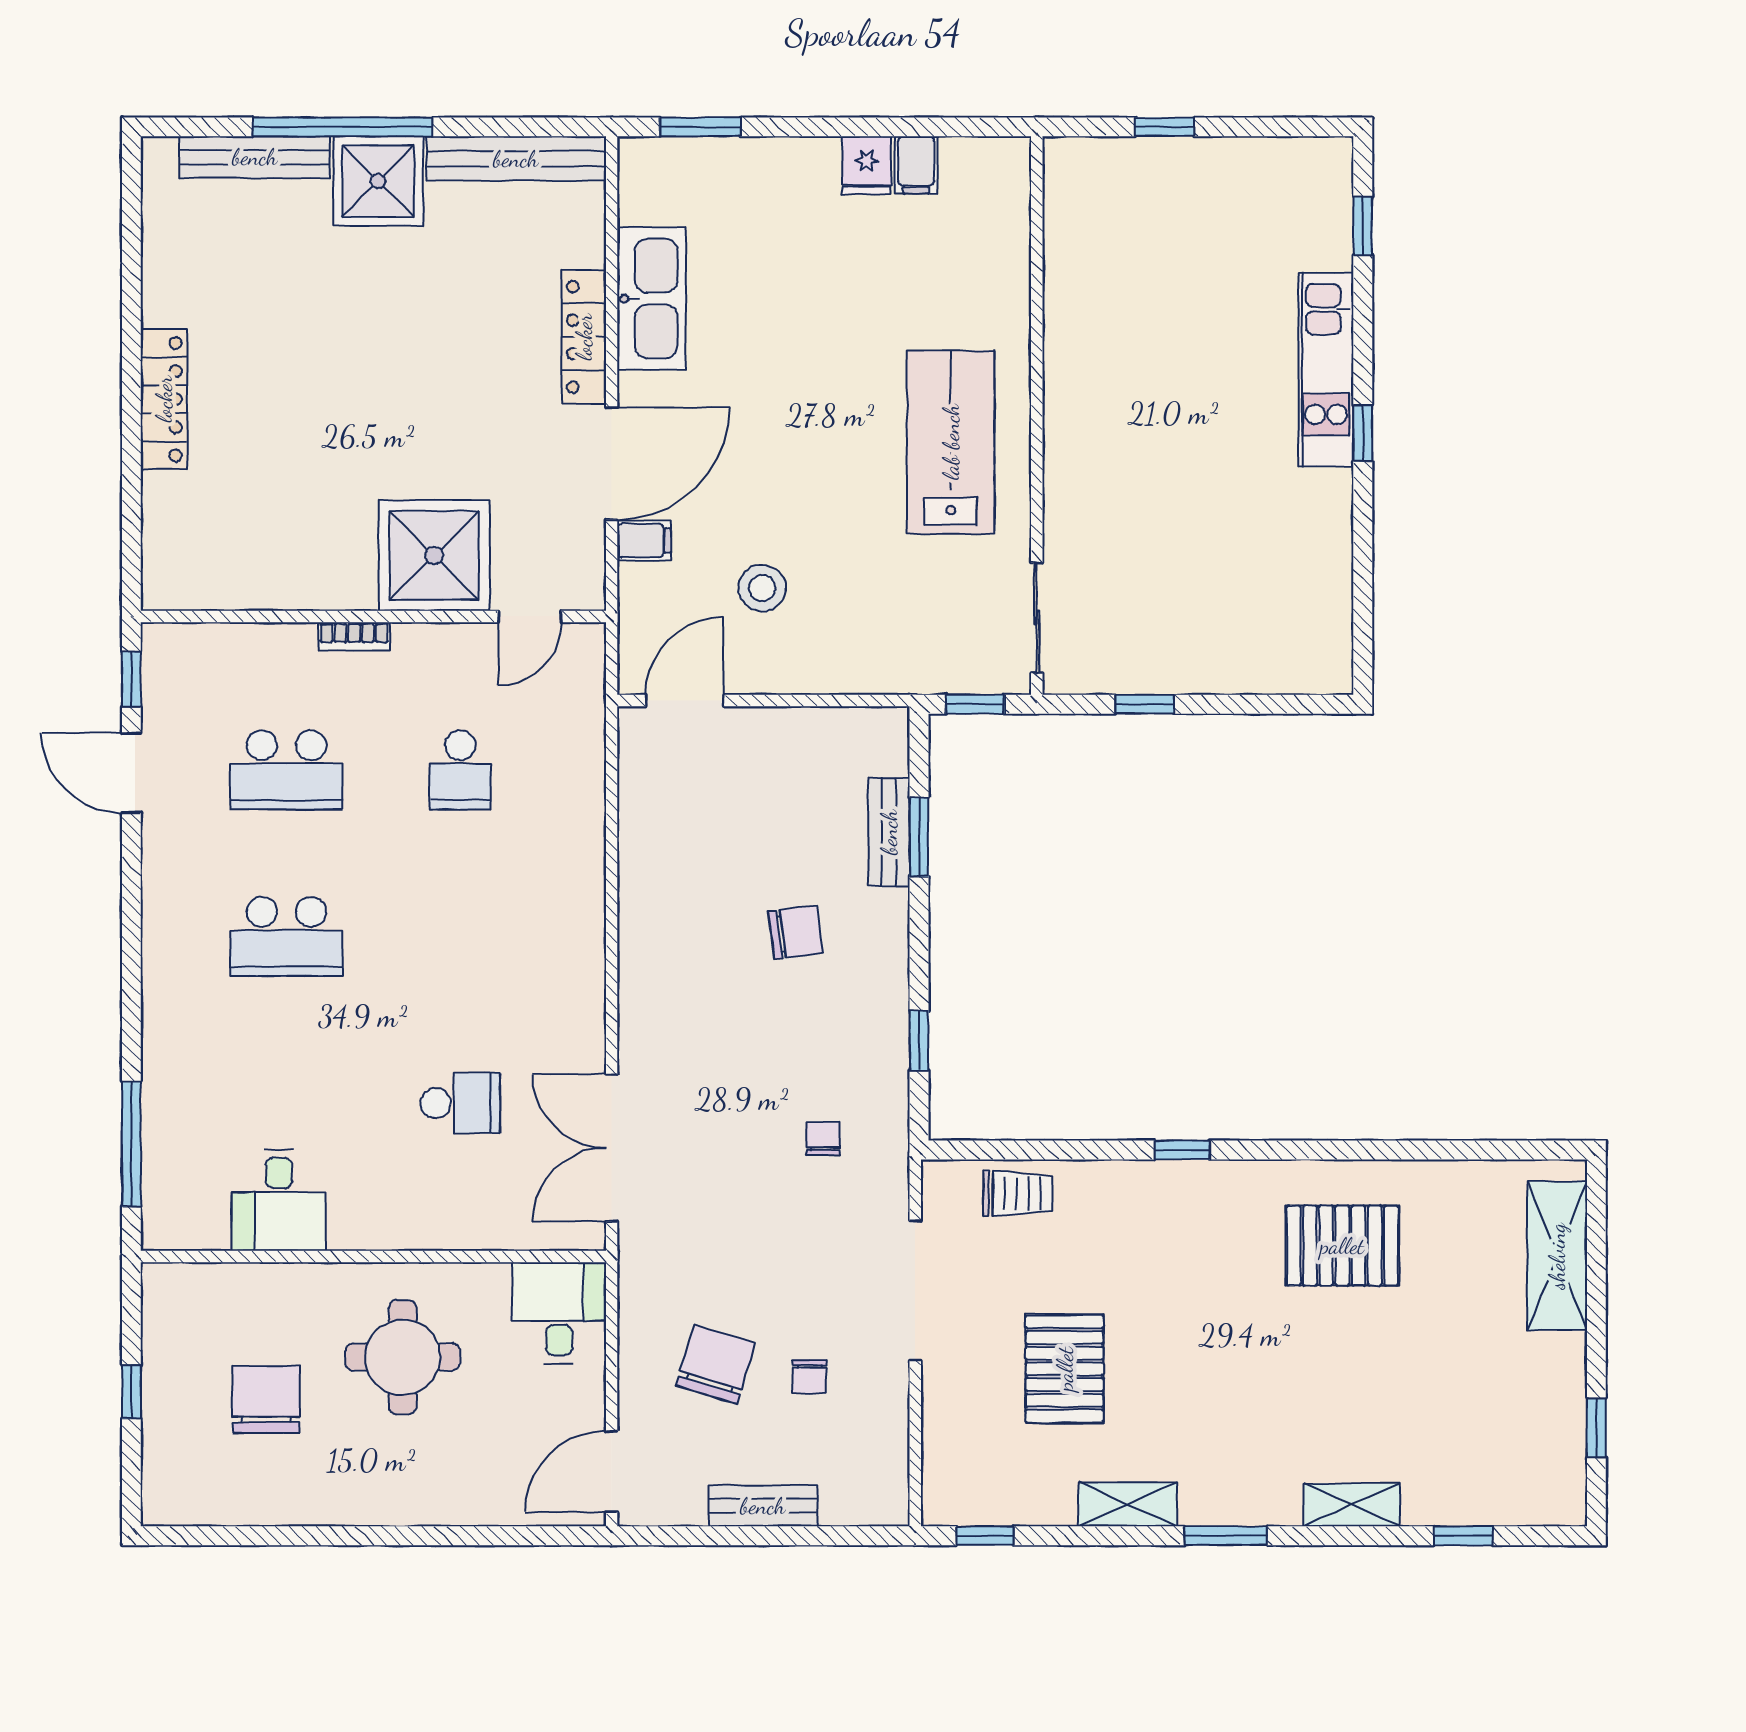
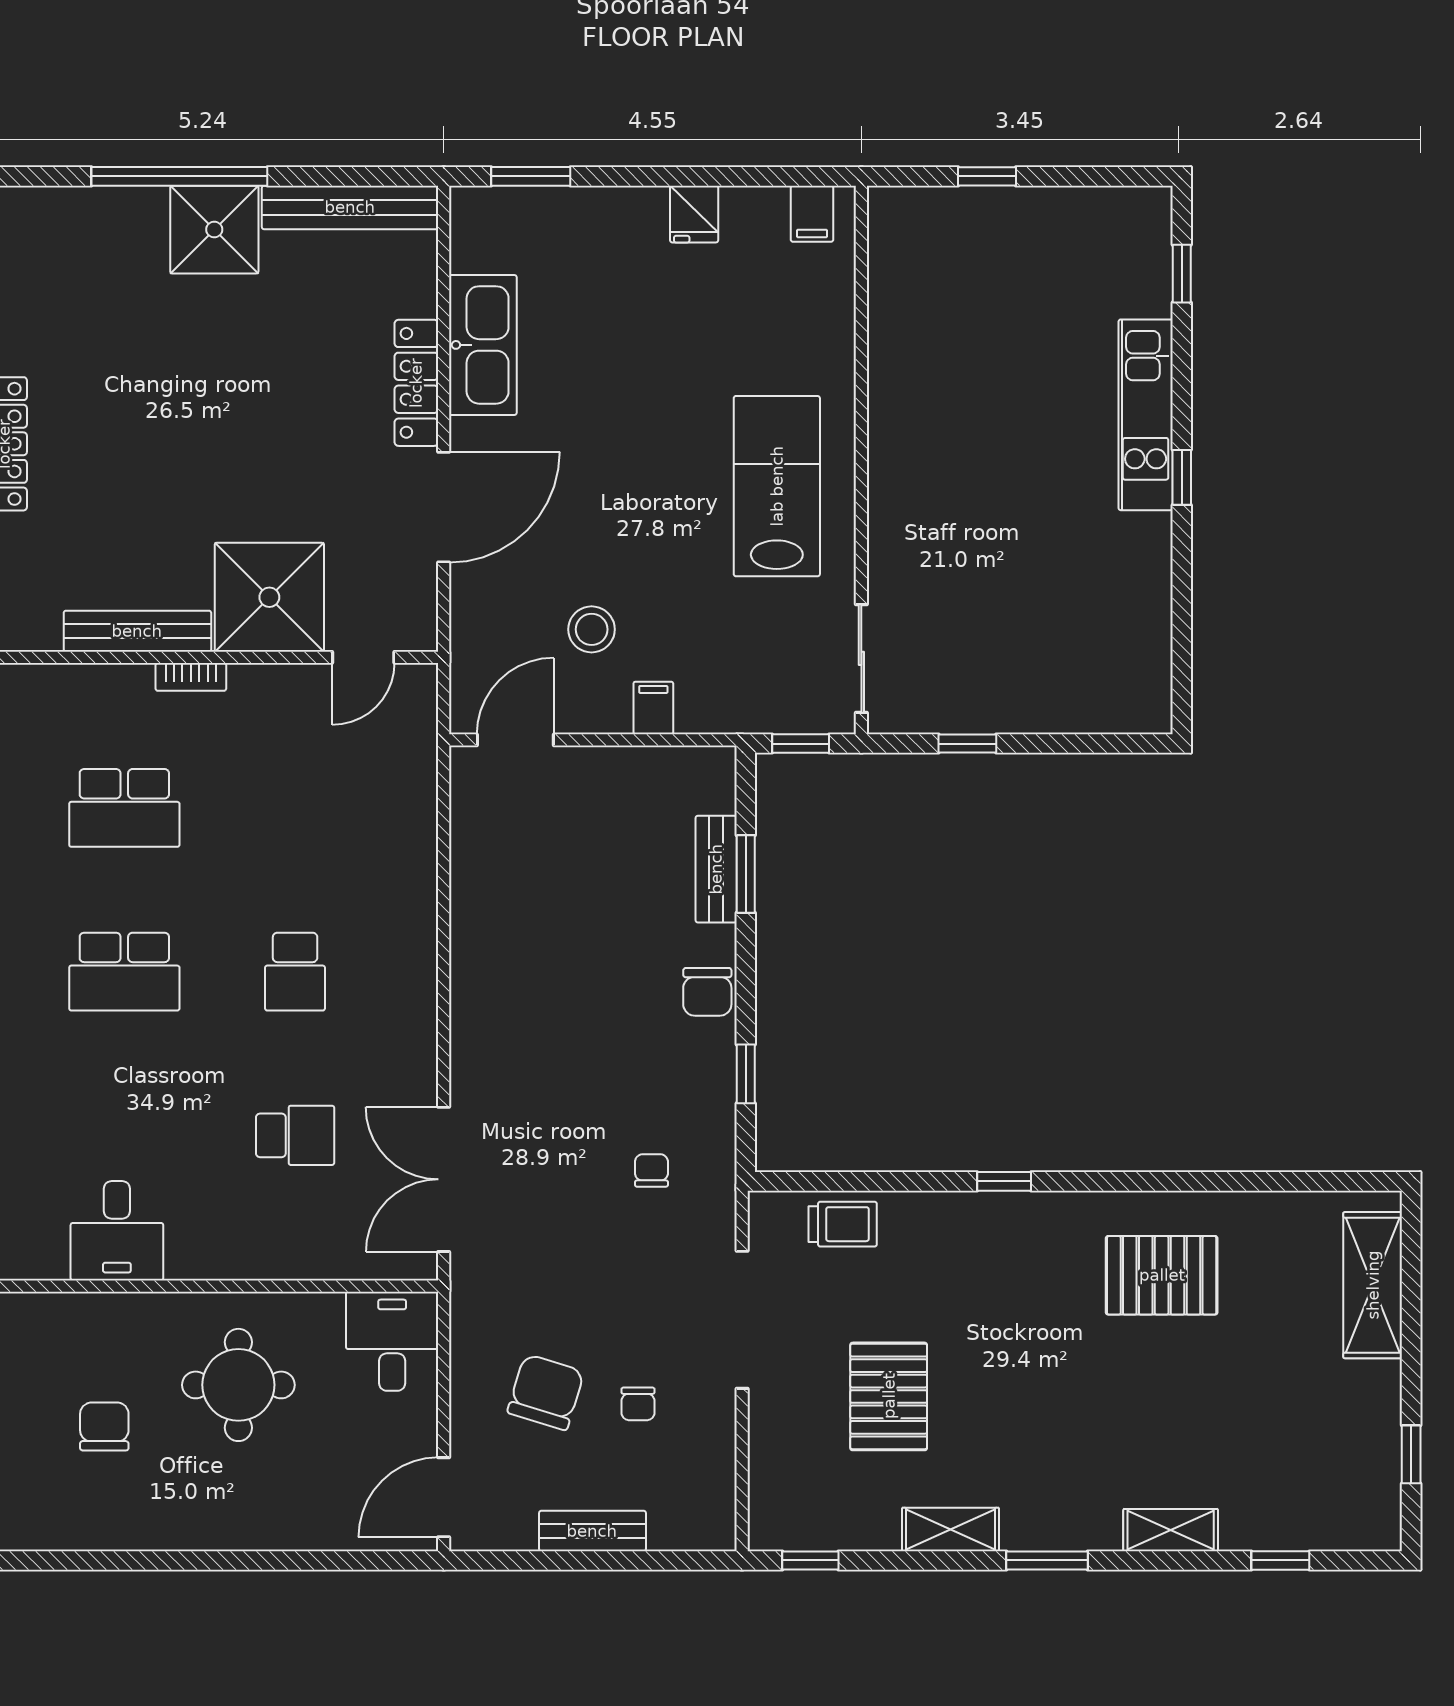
bench: (255, 157) -> (137, 631), moved
filing cabinet: (916, 165) -> (812, 214), moved
filing cabinet: (644, 541) -> (653, 708), moved, turned -90
school desk: (460, 770) -> (295, 972), moved
chair: (795, 932) -> (707, 992), moved, turned 97
chair: (266, 1399) -> (104, 1426), width x0.73, depth x0.73

